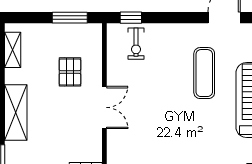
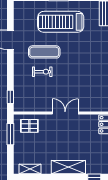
exercise bike: (136, 44) -> (42, 72), moved
pallet: (70, 72) -> (29, 126), moved

